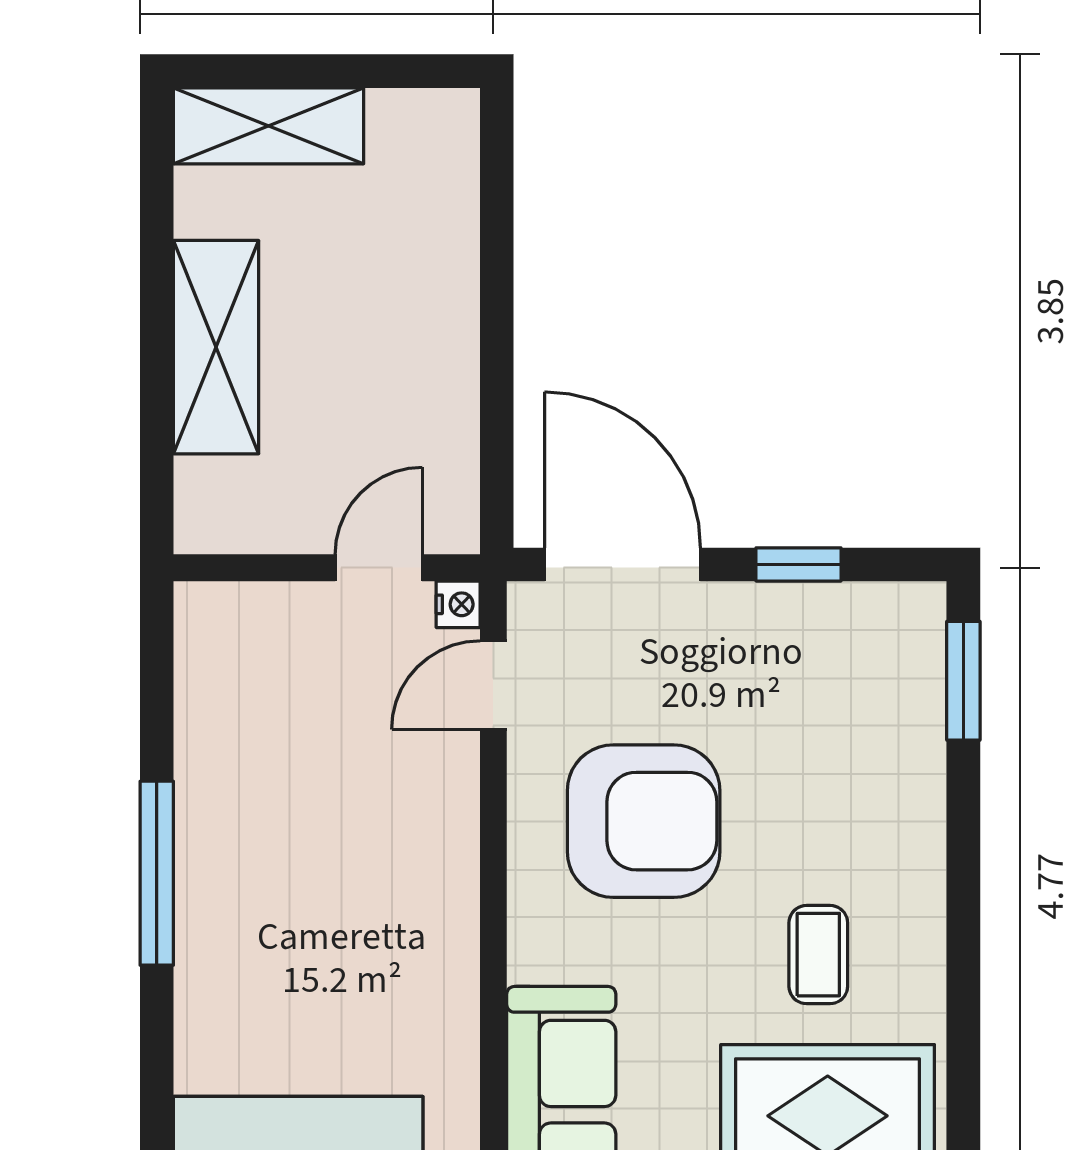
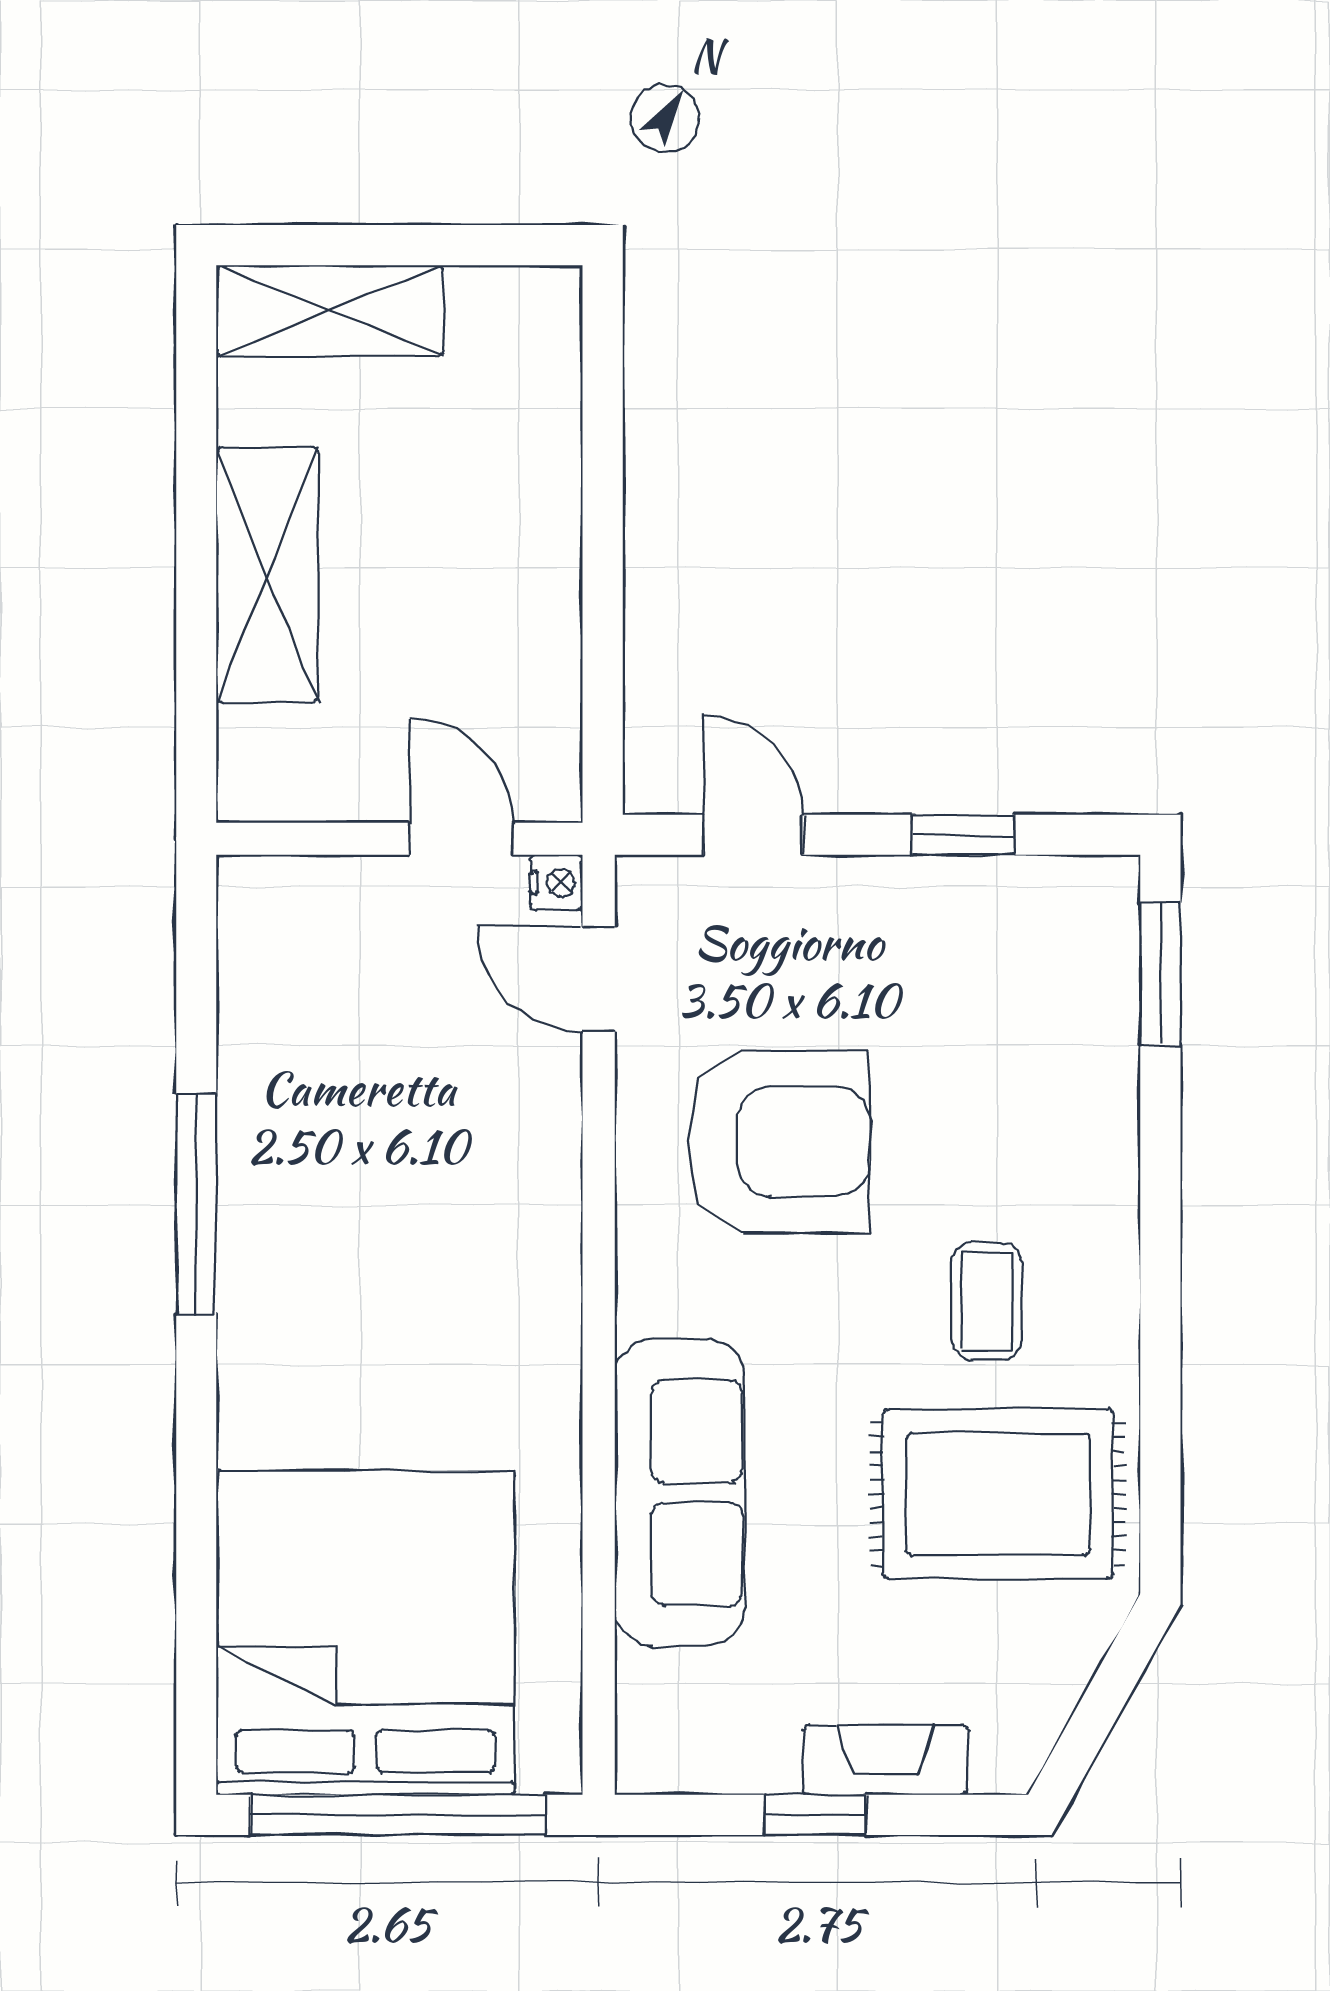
door: (623, 564) -> (753, 835), width x0.53
door: (379, 568) -> (461, 839), hinge flipped
door: (493, 685) -> (599, 979), hinge flipped

